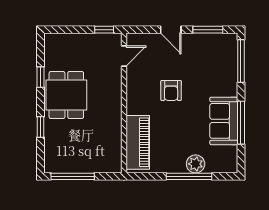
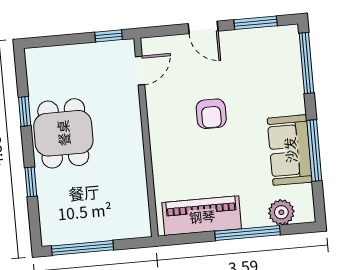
piano: (138, 142) -> (202, 216), moved, turned -90
plant: (196, 164) -> (281, 212), moved

